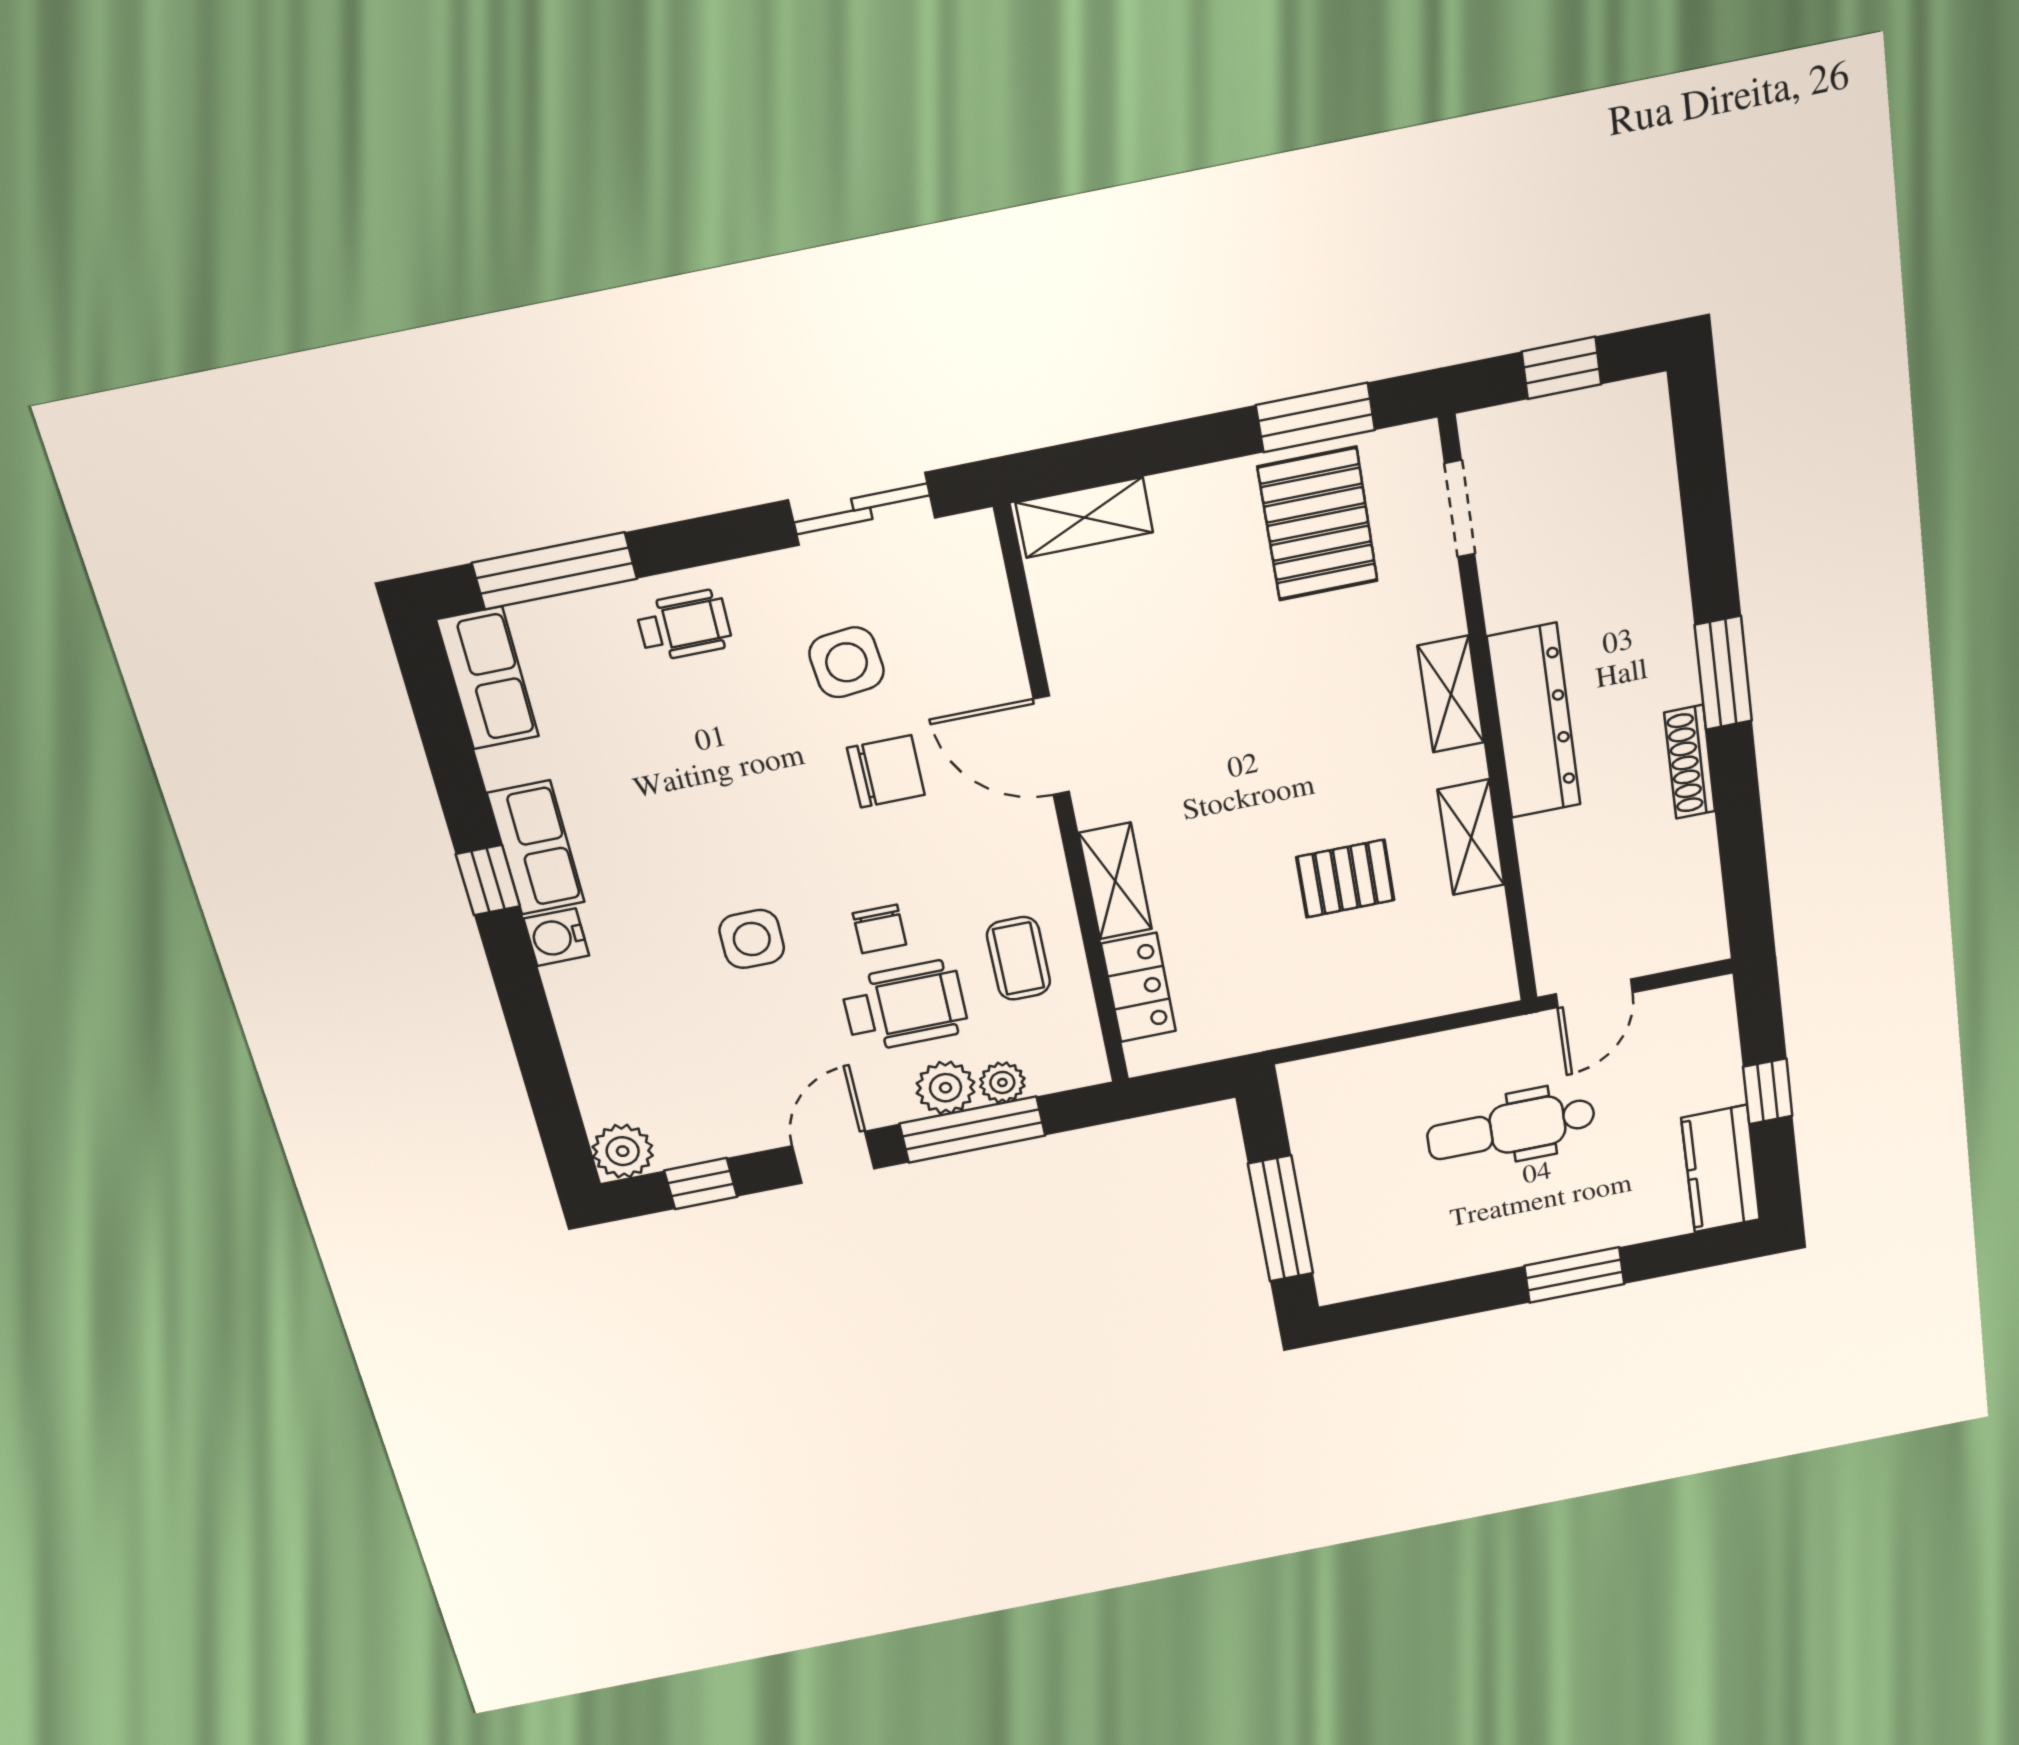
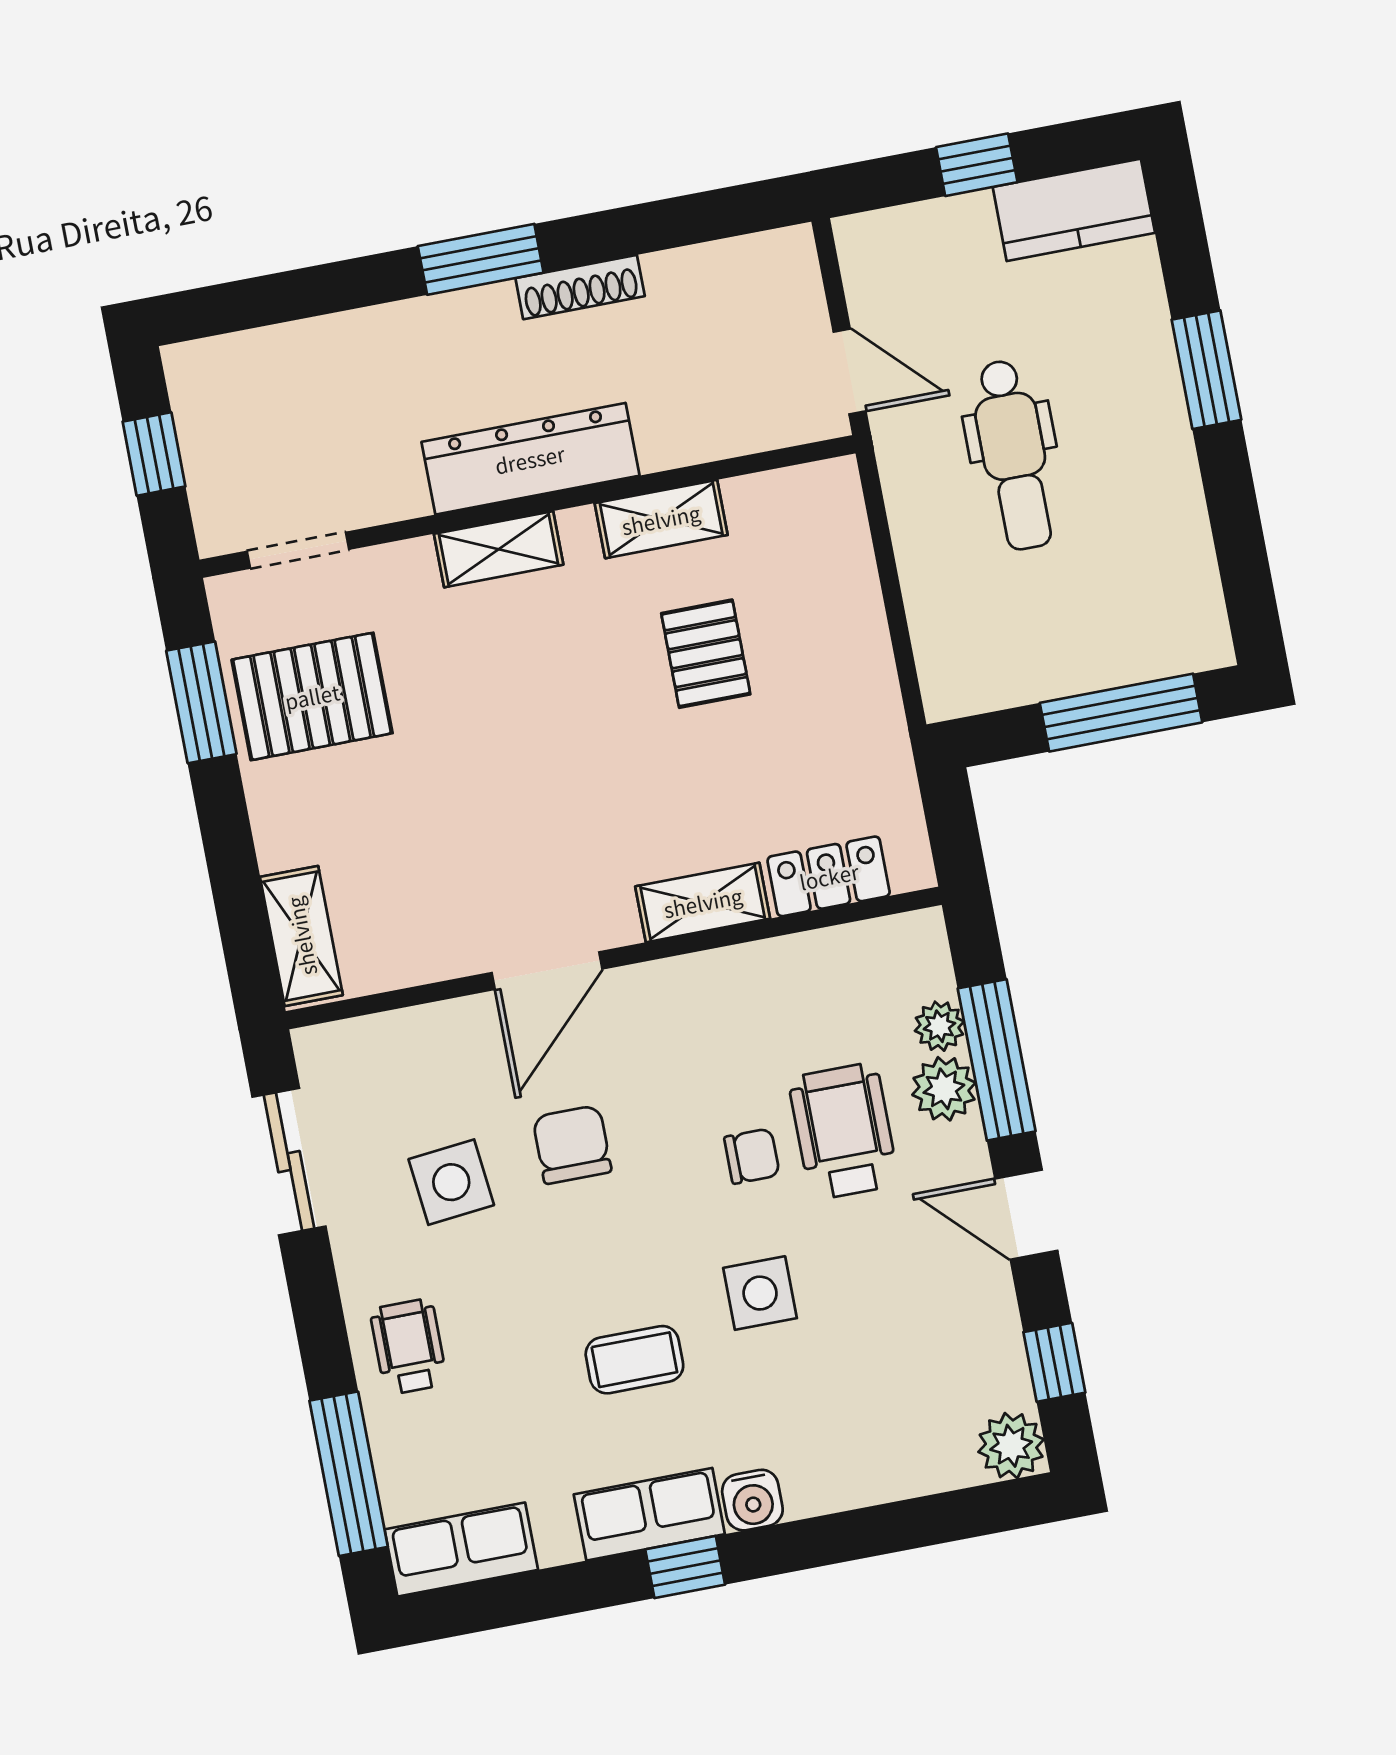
coffee table: (1018, 958) -> (634, 1360), moved

